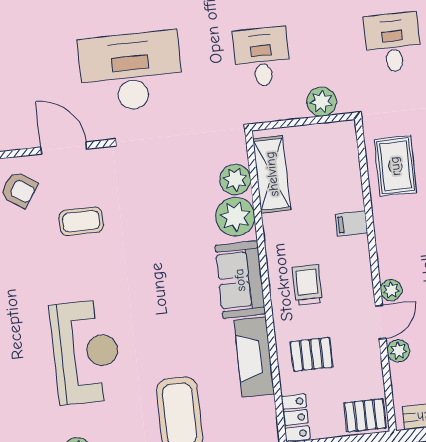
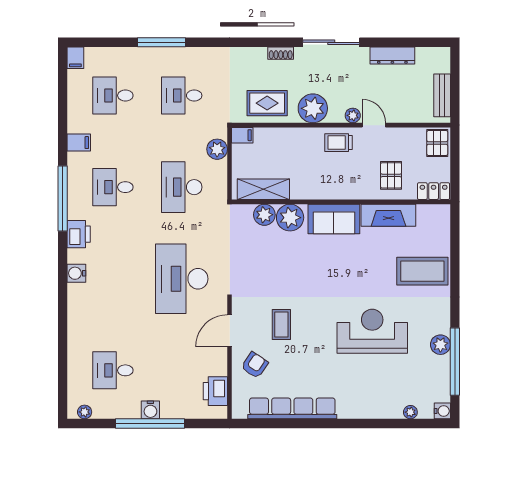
desk: (262, 57) -> (182, 187), width x1.37
filing cabinet: (351, 224) -> (242, 135), moved, turned -90
trolley: (307, 285) -> (338, 143), moved
plant: (398, 351) -> (313, 108), moved, width x1.88, depth x1.88

